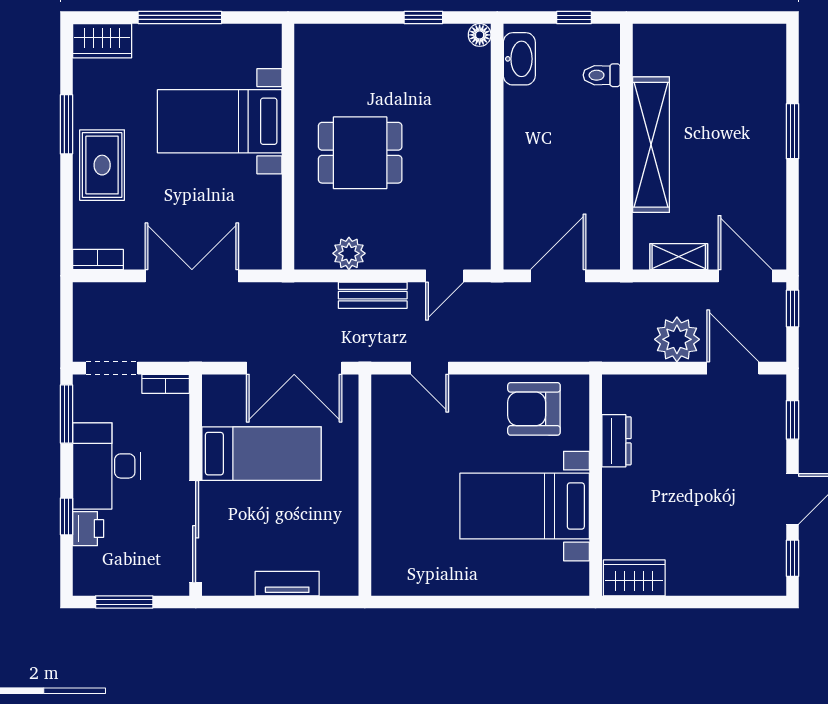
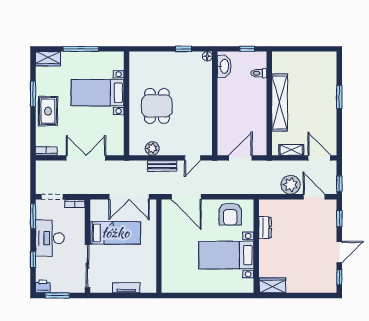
dining table: (360, 153) -> (157, 106), turned 90
window: (792, 308) -> (339, 184), moved
door: (430, 368) -> (186, 197), width x1.87
armchair: (534, 409) -> (230, 214), turned -90
printer: (88, 529) -> (43, 286), moved, turned -90

